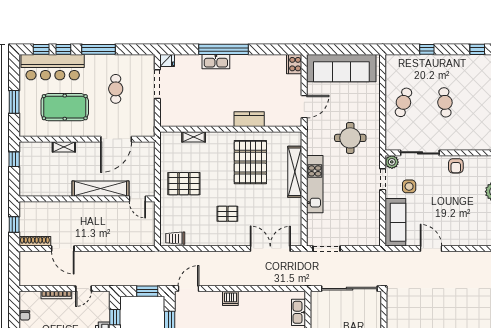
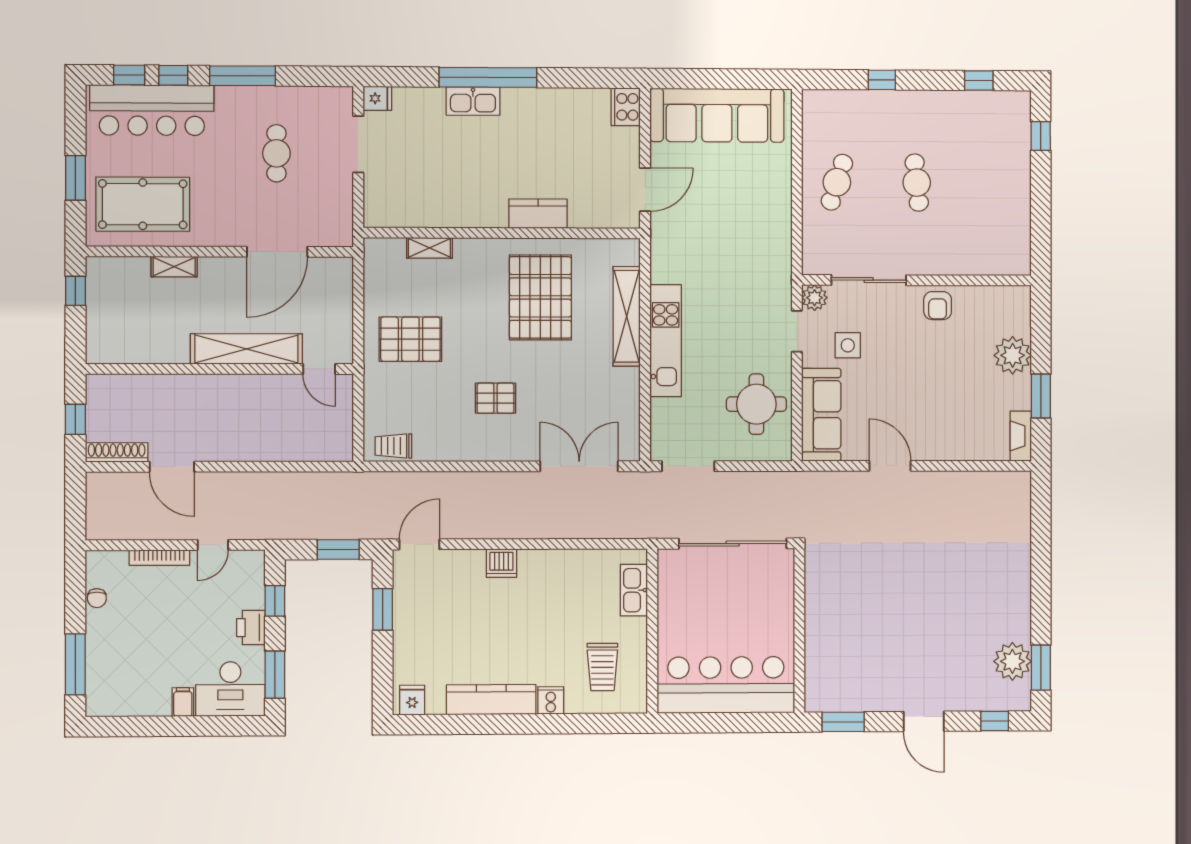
pool table: (65, 107) -> (143, 204), moved
round table: (350, 138) -> (756, 404), moved

